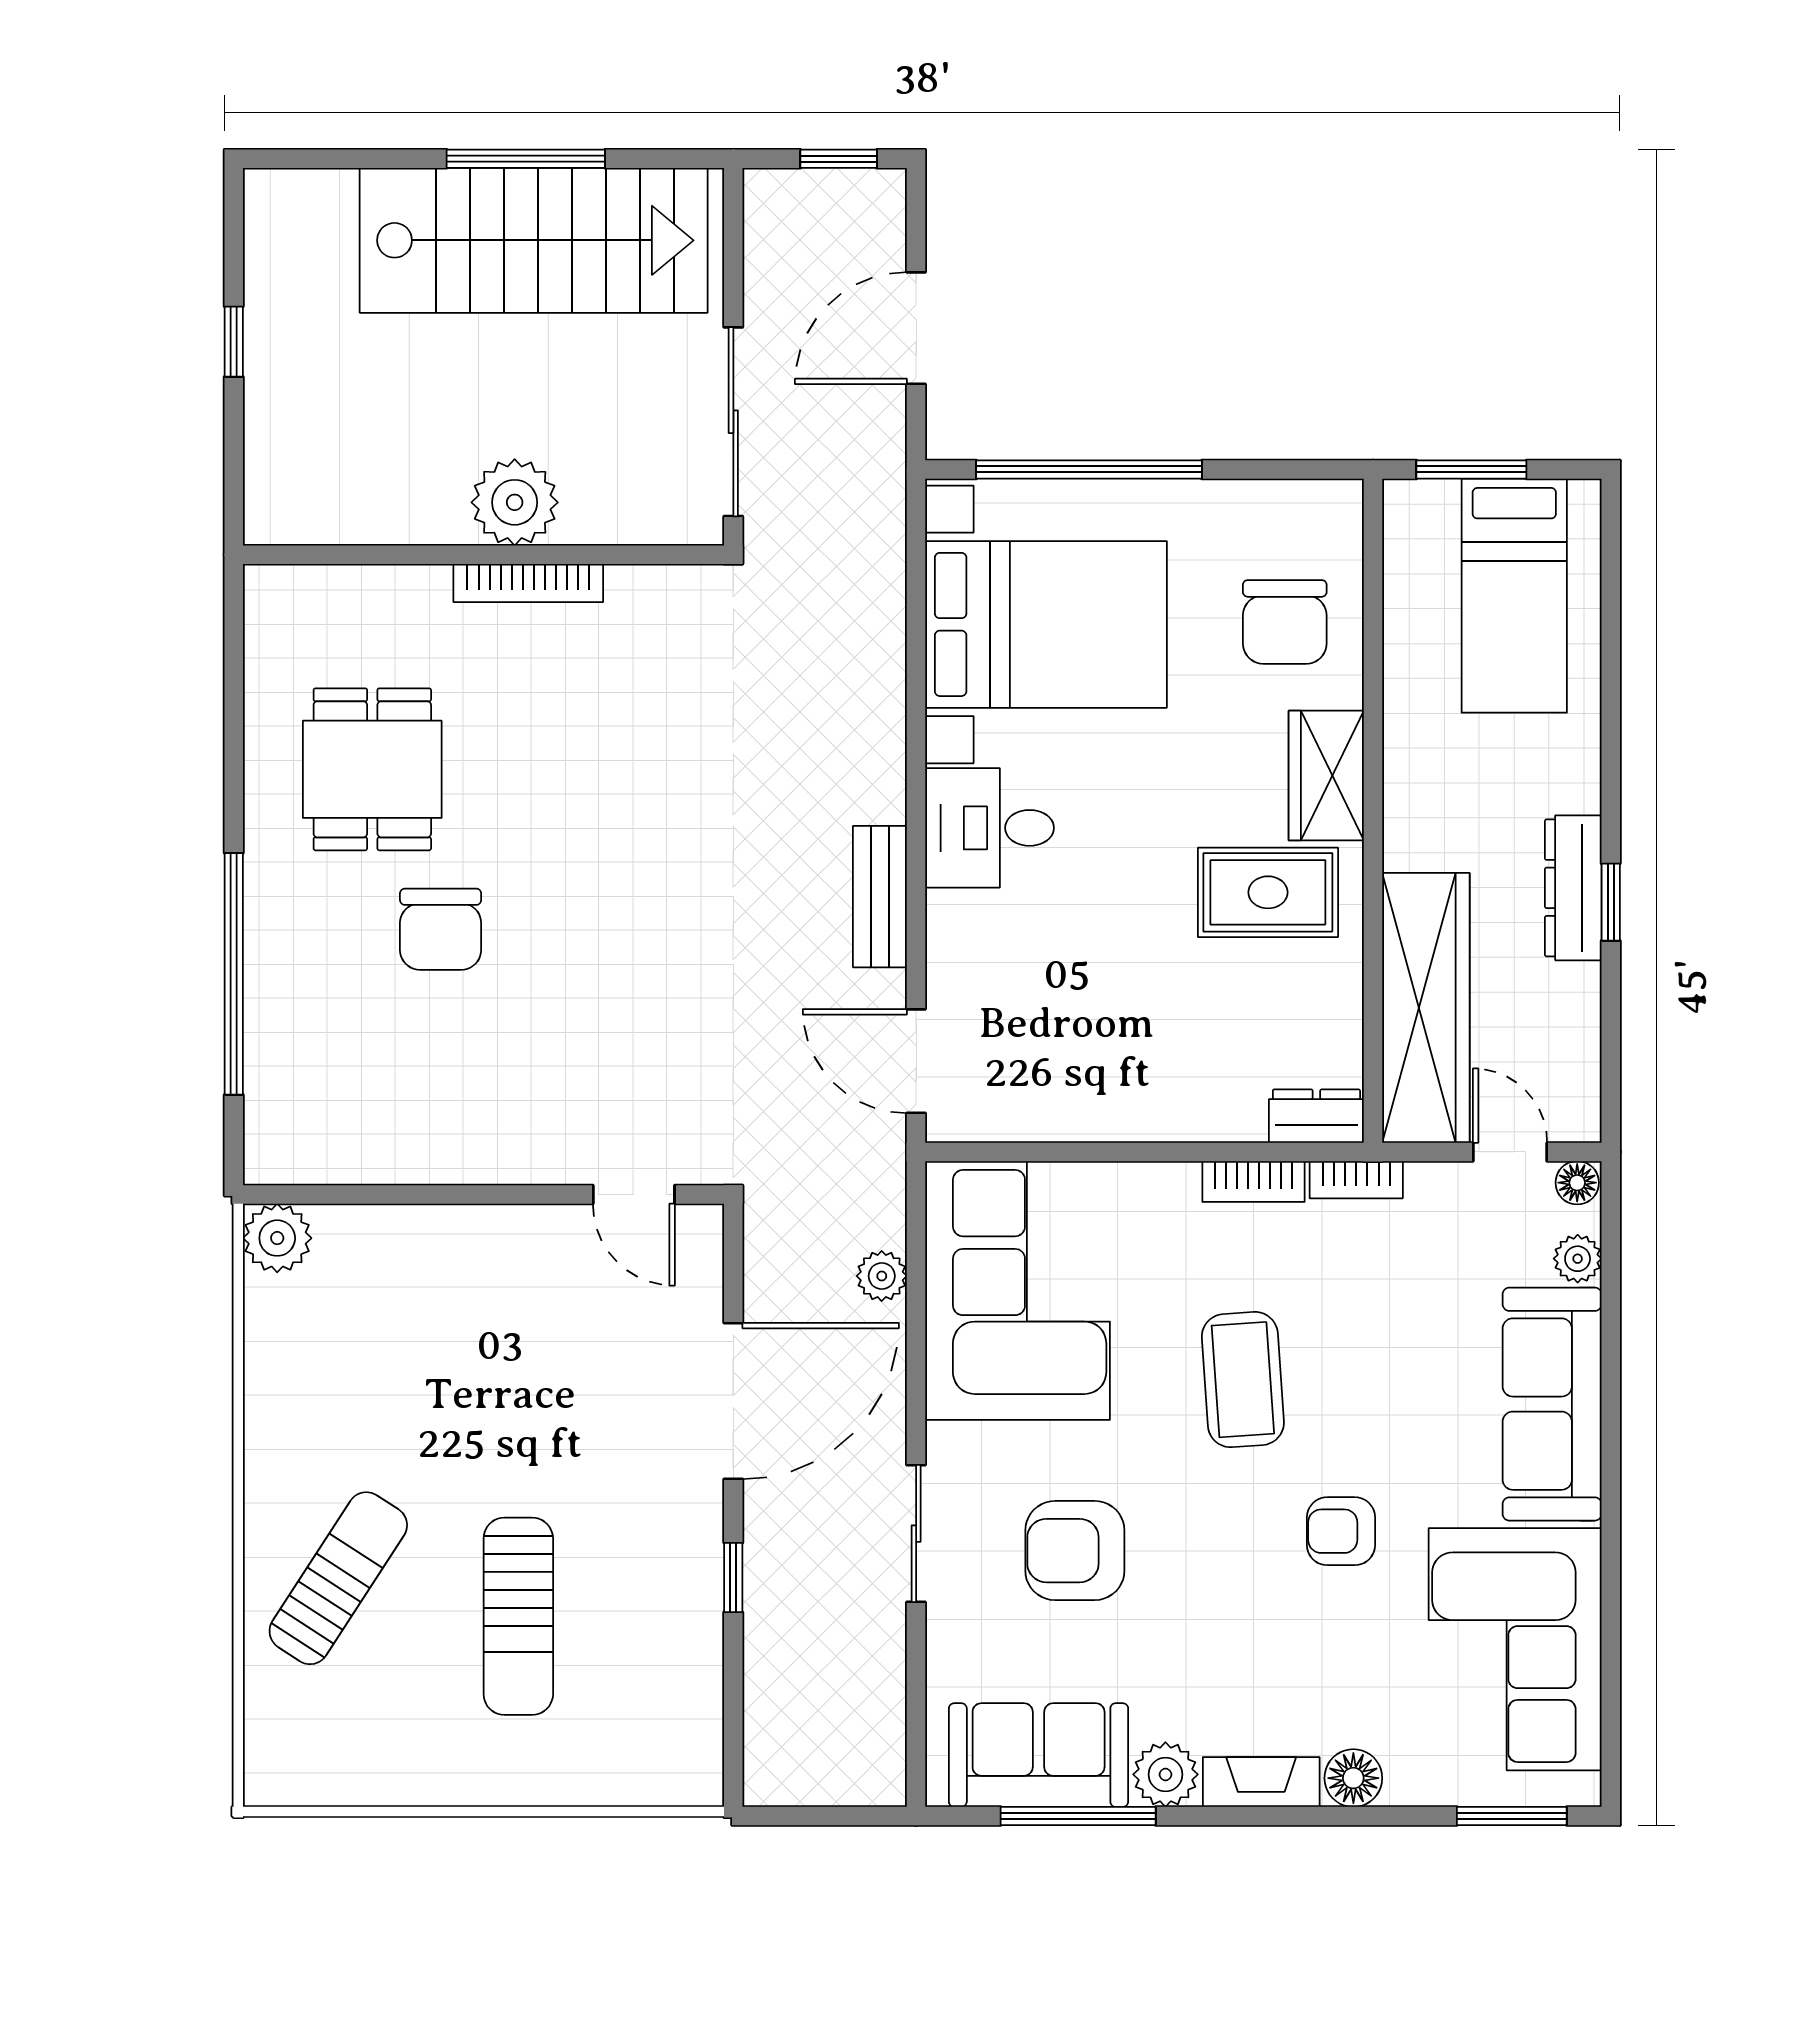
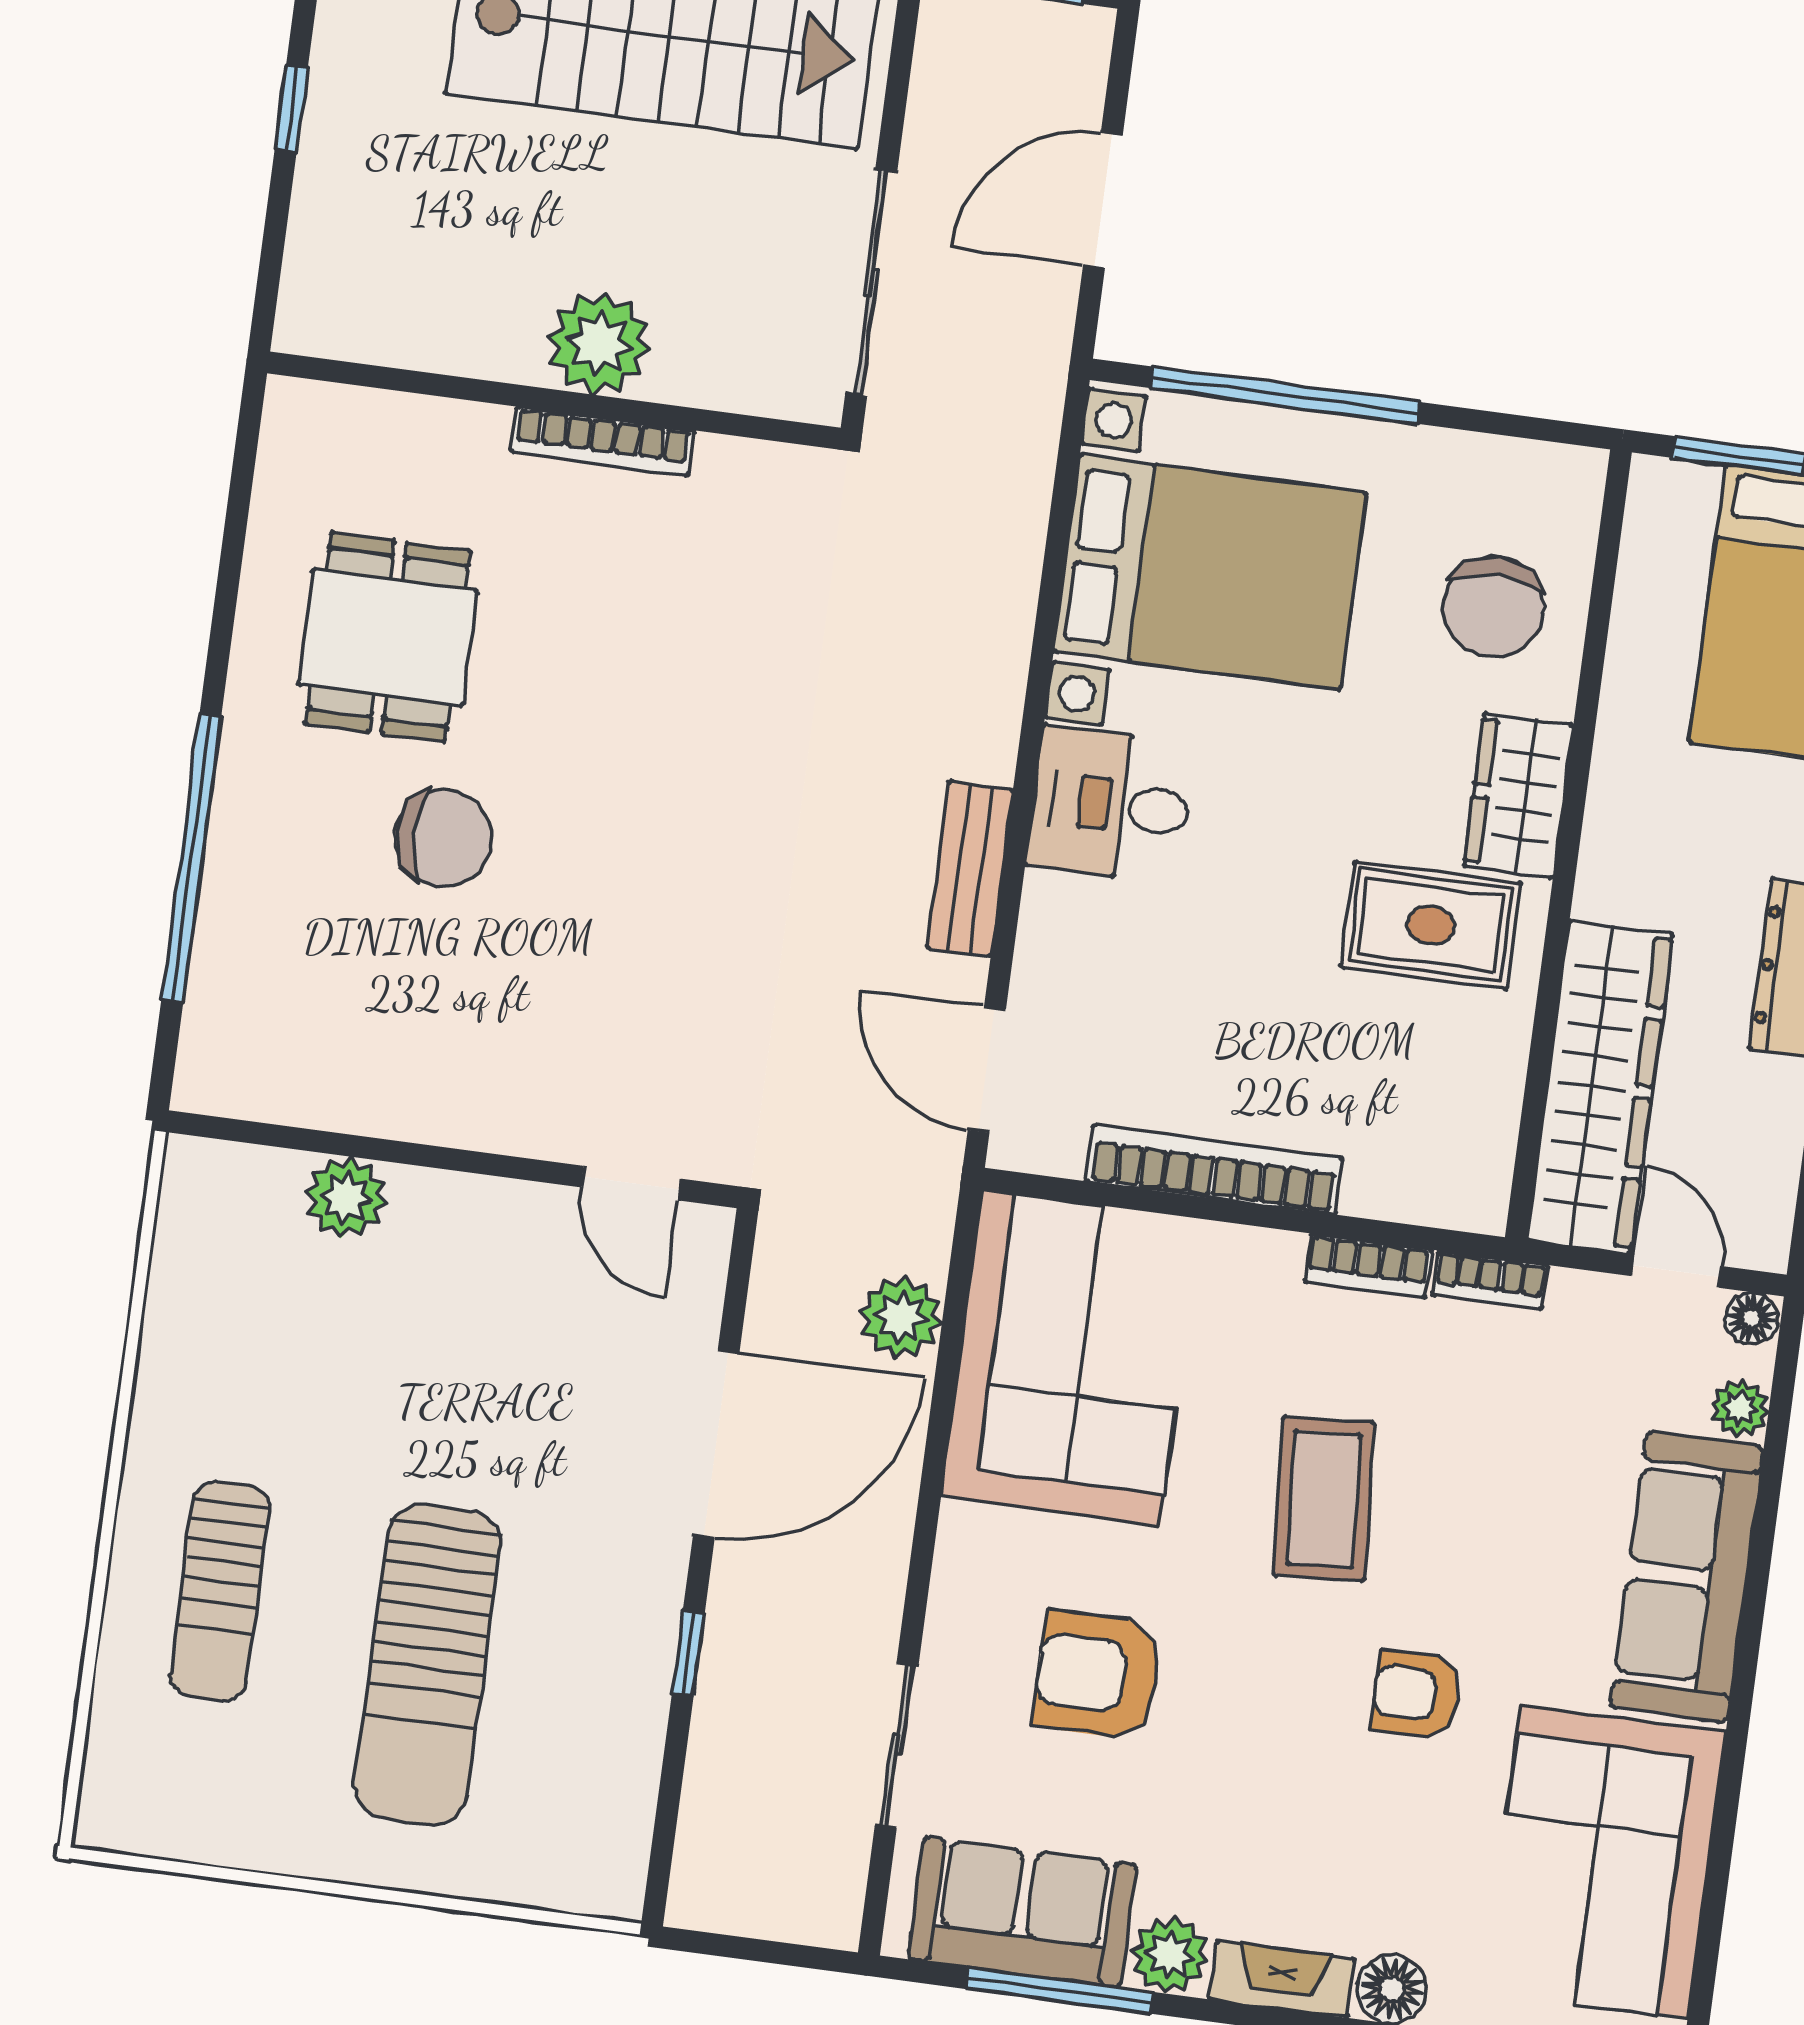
chair: (441, 929) -> (444, 838), turned -90
dresser: (1316, 1116) -> (1453, 1198), removed
bookcase: (1115, 1119) -> (1214, 1170), added
plant: (277, 1238) -> (346, 1198), moved
plant: (882, 1276) -> (901, 1317), width x1.38, depth x1.38
sliding door: (916, 1534) -> (897, 1745), moved
sun lounger: (338, 1578) -> (220, 1591), turned 147
sun lounger: (518, 1616) -> (427, 1665), width x1.36, depth x1.34

